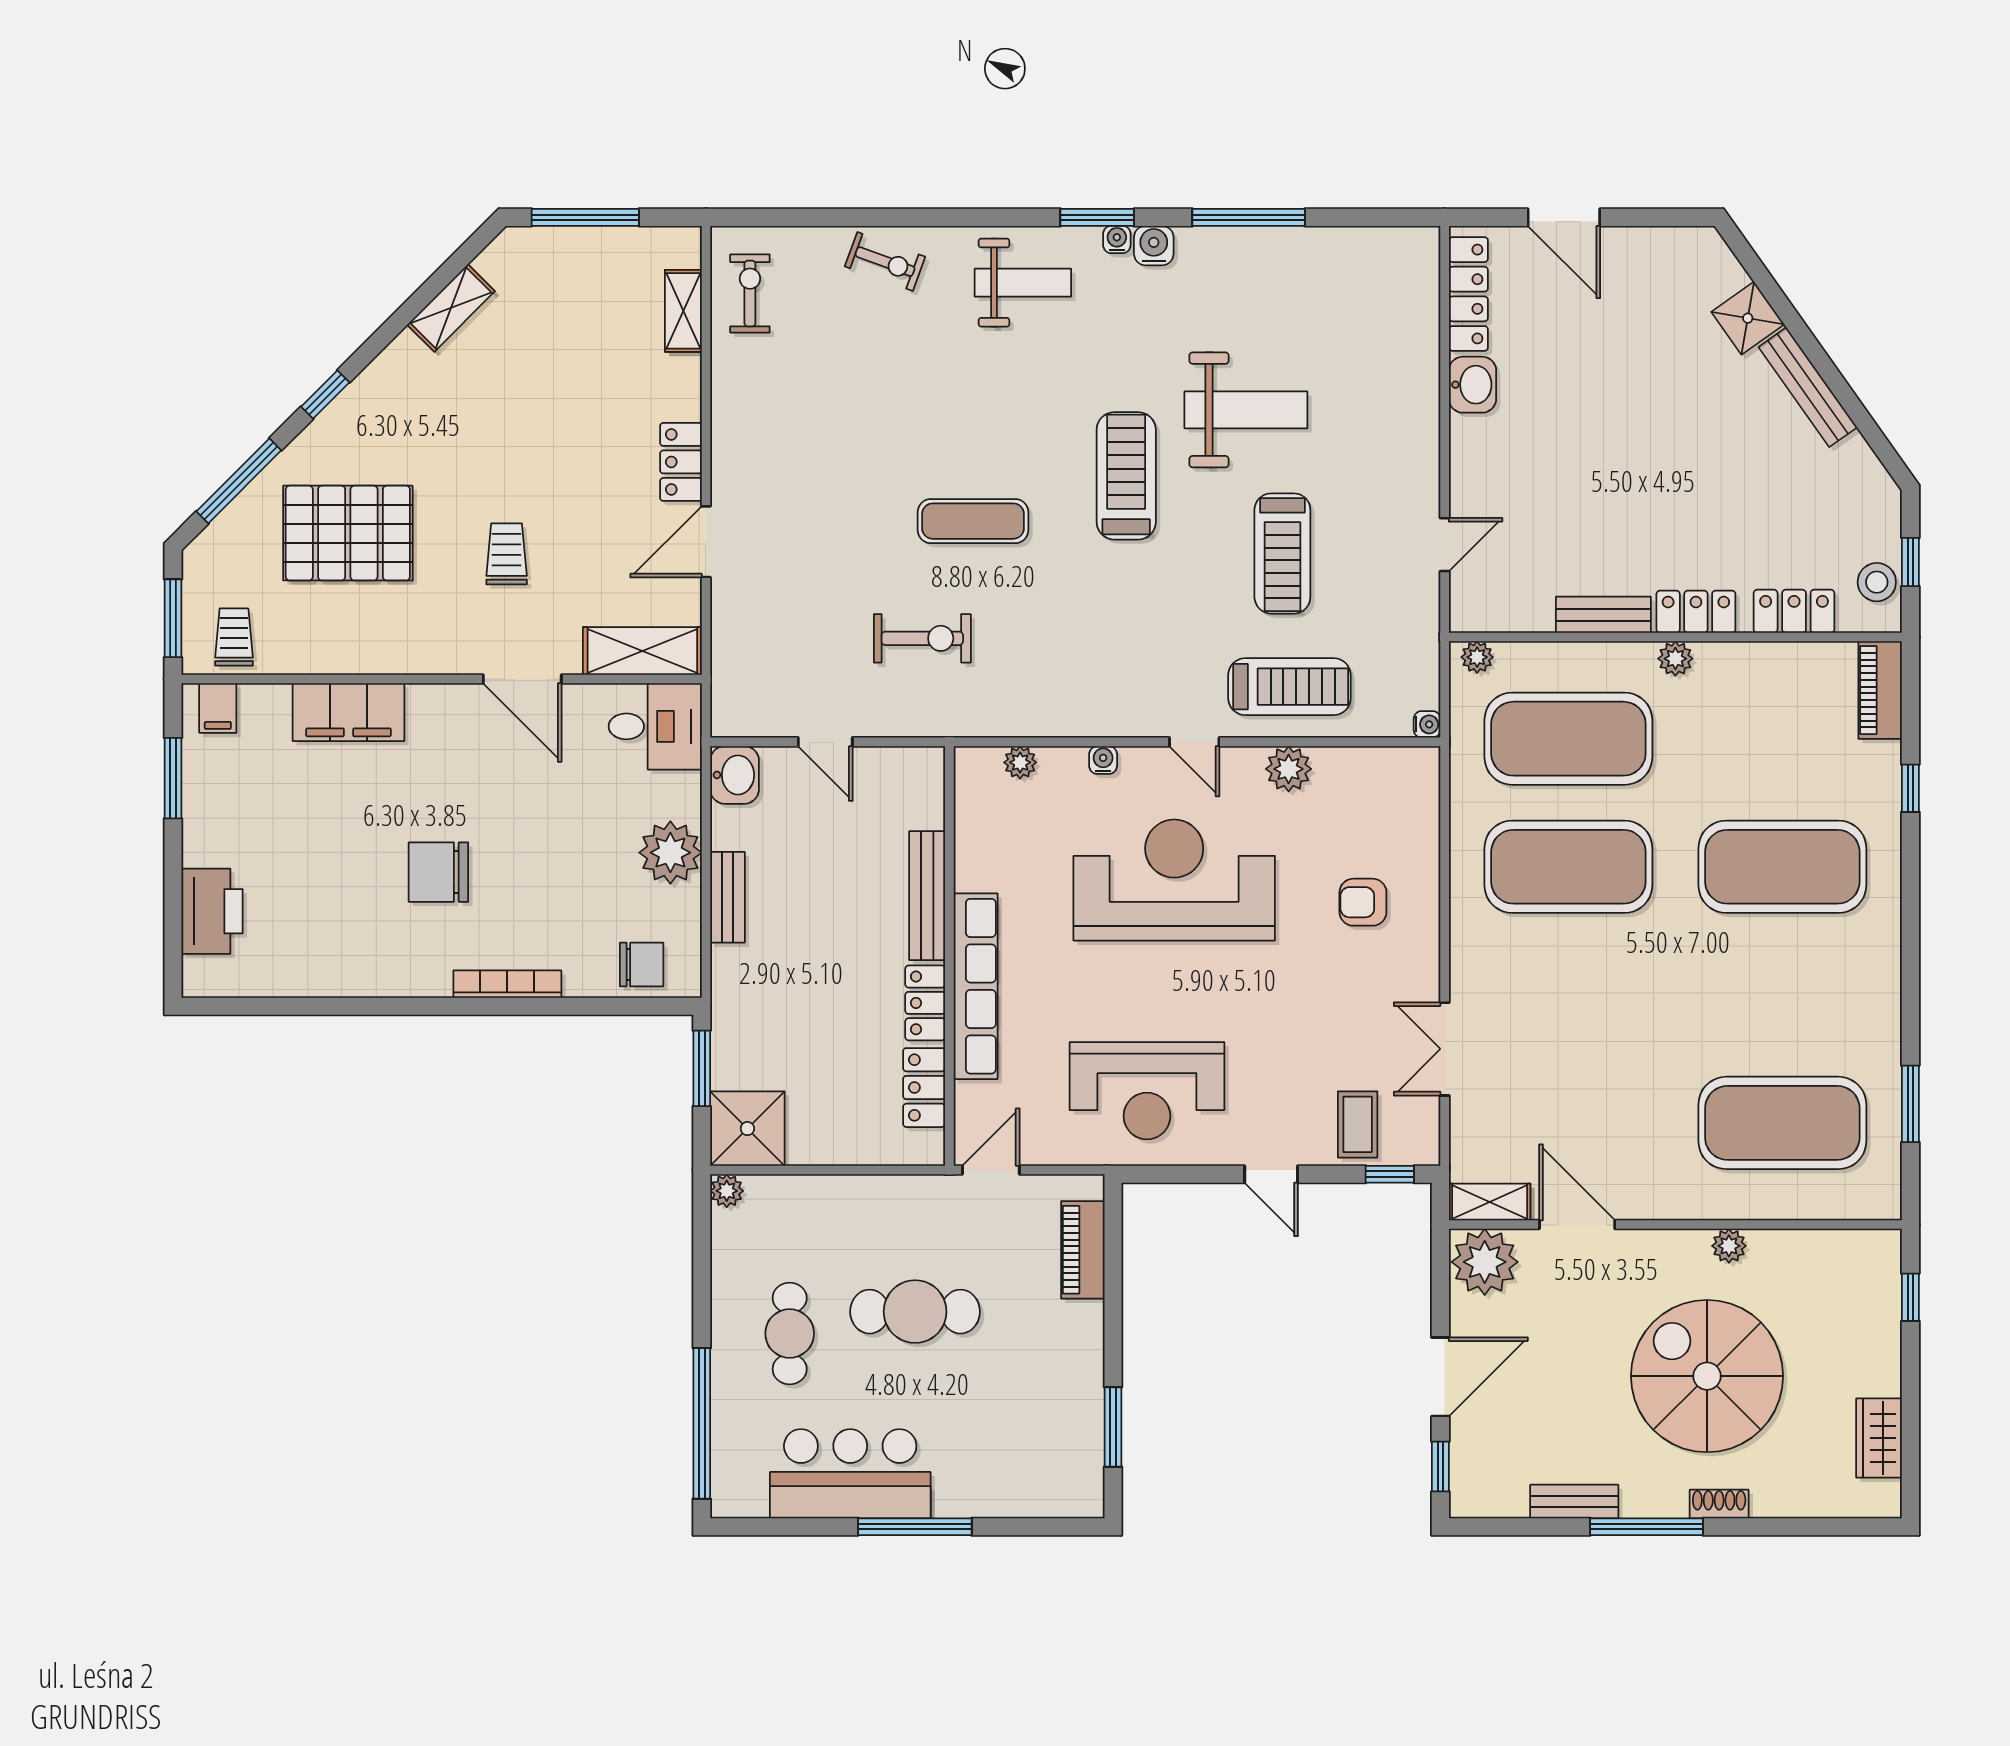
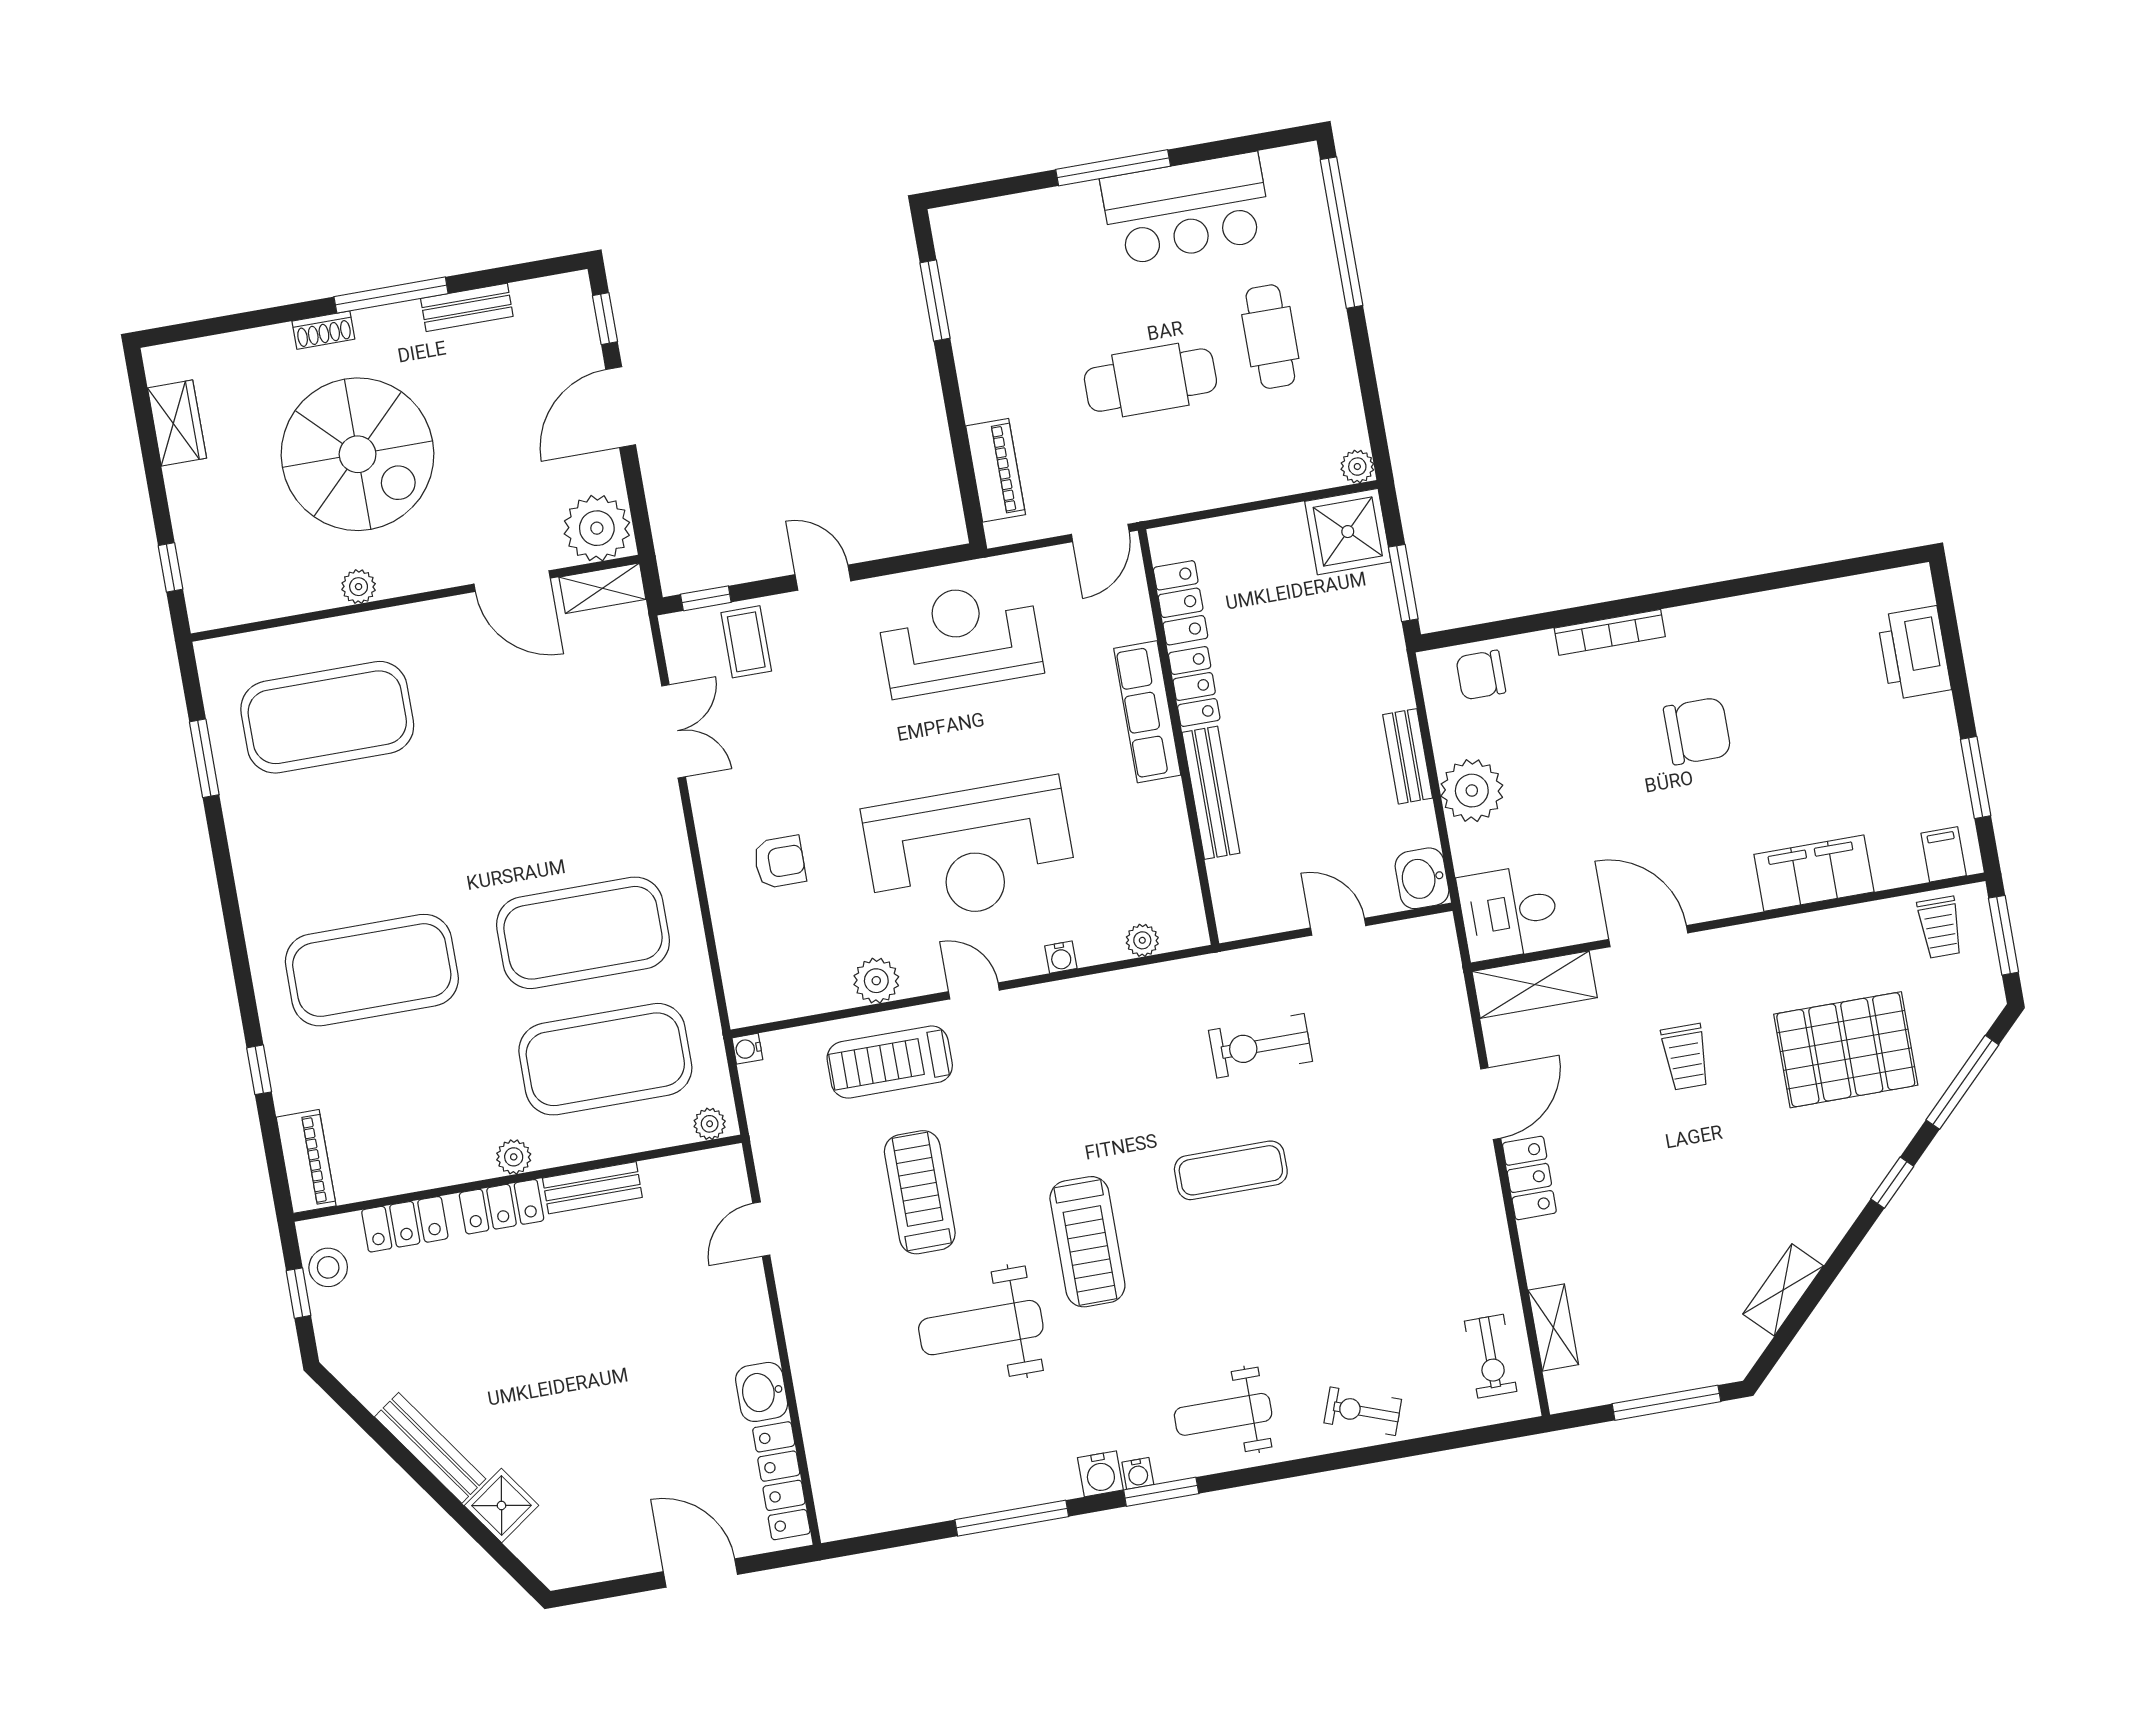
row of seats: (976, 986) -> (1147, 712), width x0.73

